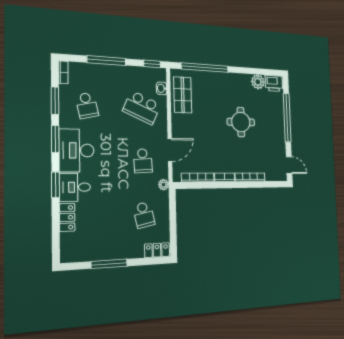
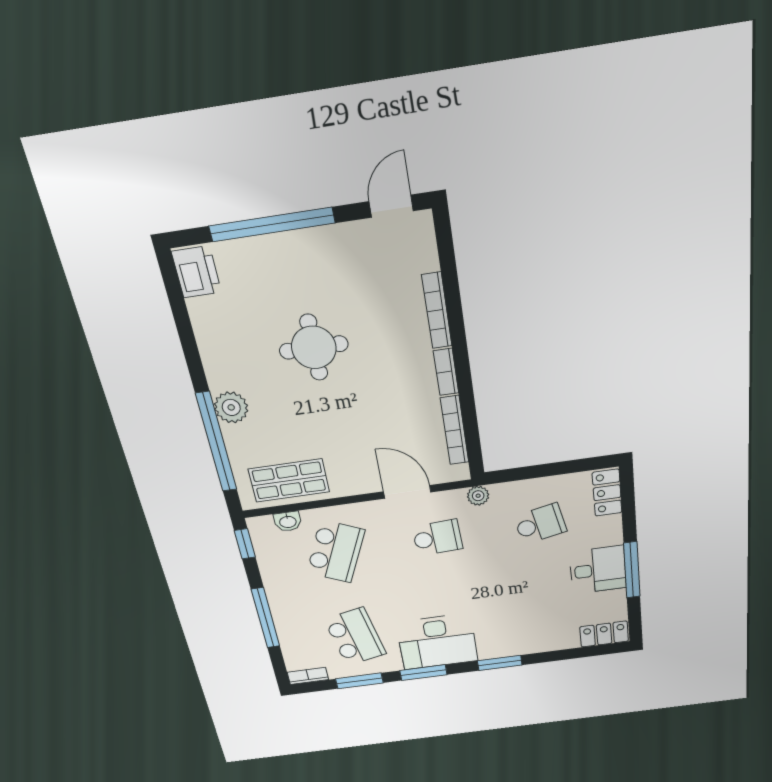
plant: (258, 82) -> (231, 407), moved
school desk: (87, 105) -> (355, 637), width x1.85
desk: (75, 187) -> (598, 570), moved, turned -90
locker: (67, 217) -> (604, 634), moved

